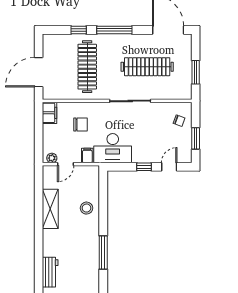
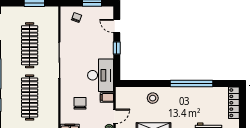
clothes rail: (87, 67) -> (30, 98), turned 90
door: (66, 164) -> (115, 116), hinge flipped
window: (103, 252) -> (191, 84), width x1.46

